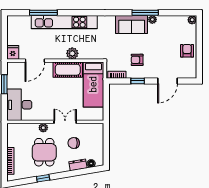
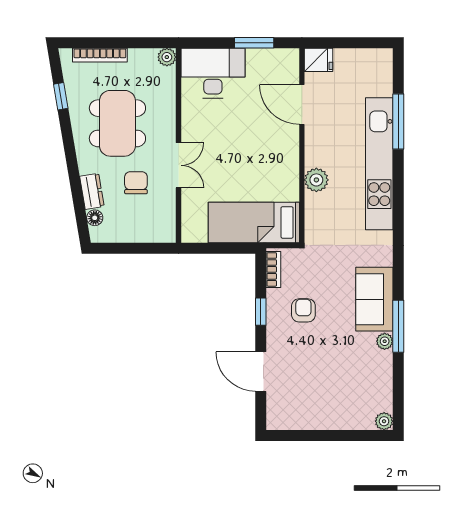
armchair: (187, 51) -> (322, 411), removed
cot: (68, 70) -> (284, 171), removed
plant: (43, 128) -> (167, 57), moved
dining table: (44, 152) -> (117, 123), width x1.38
window: (43, 178) -> (61, 96), moved

